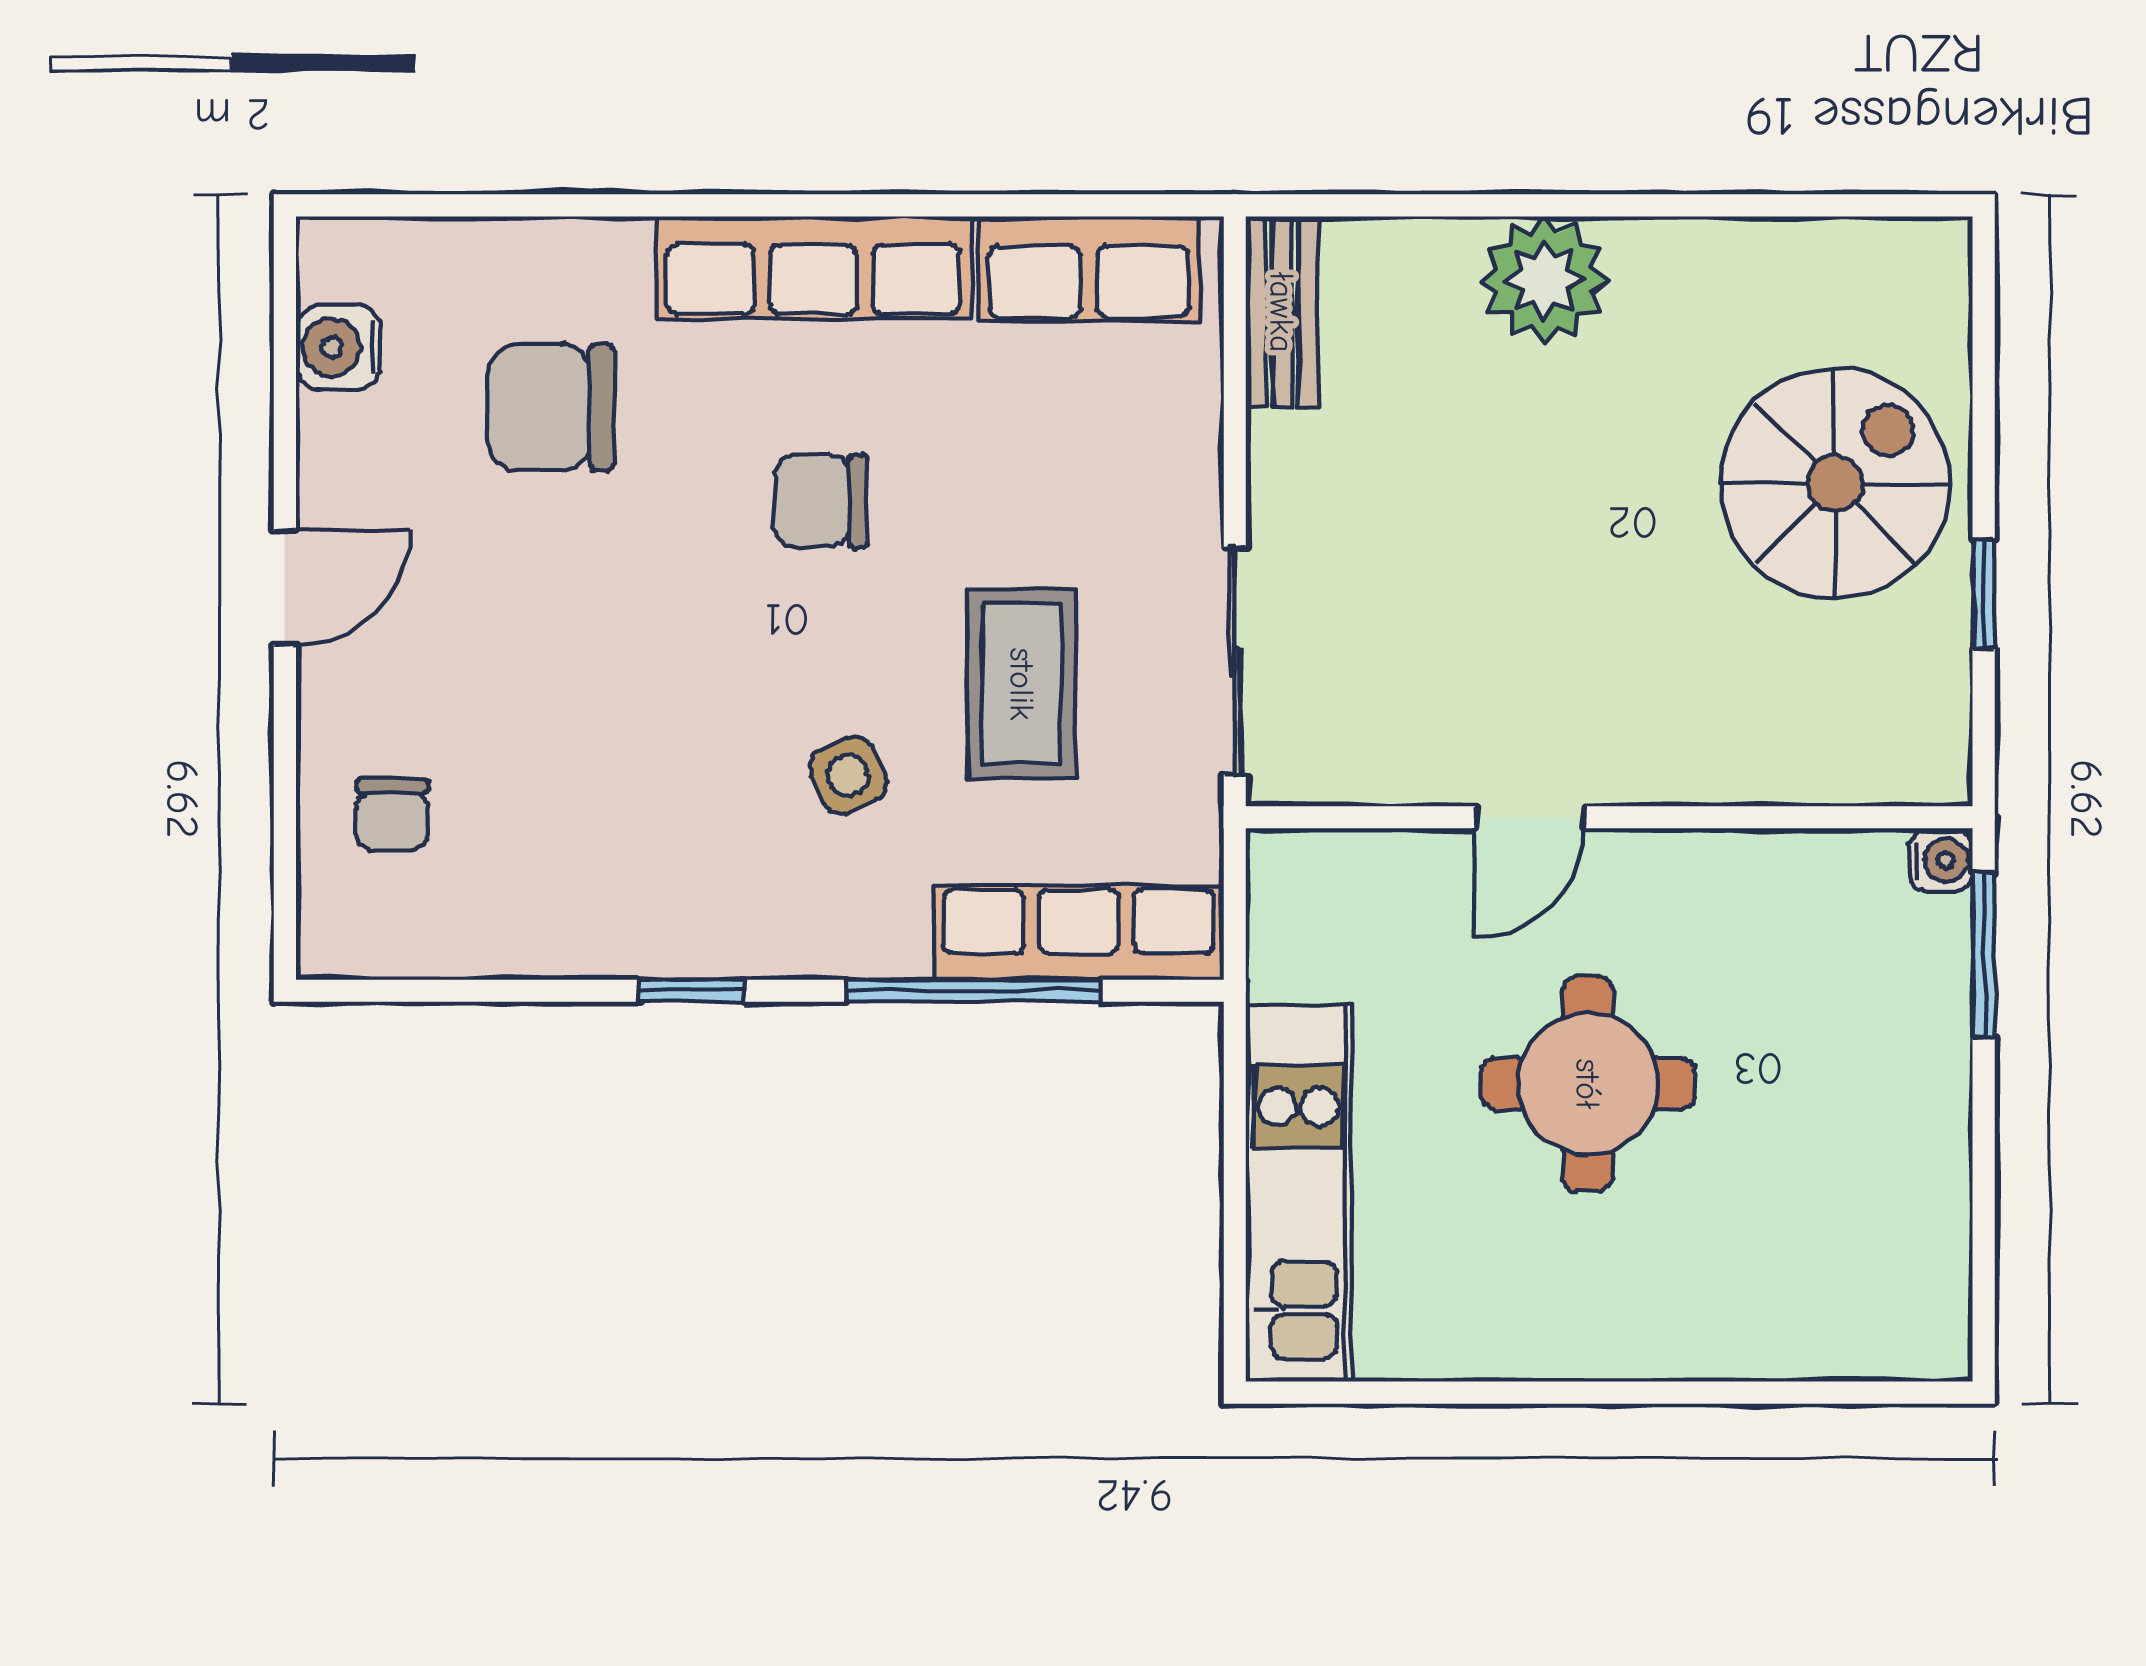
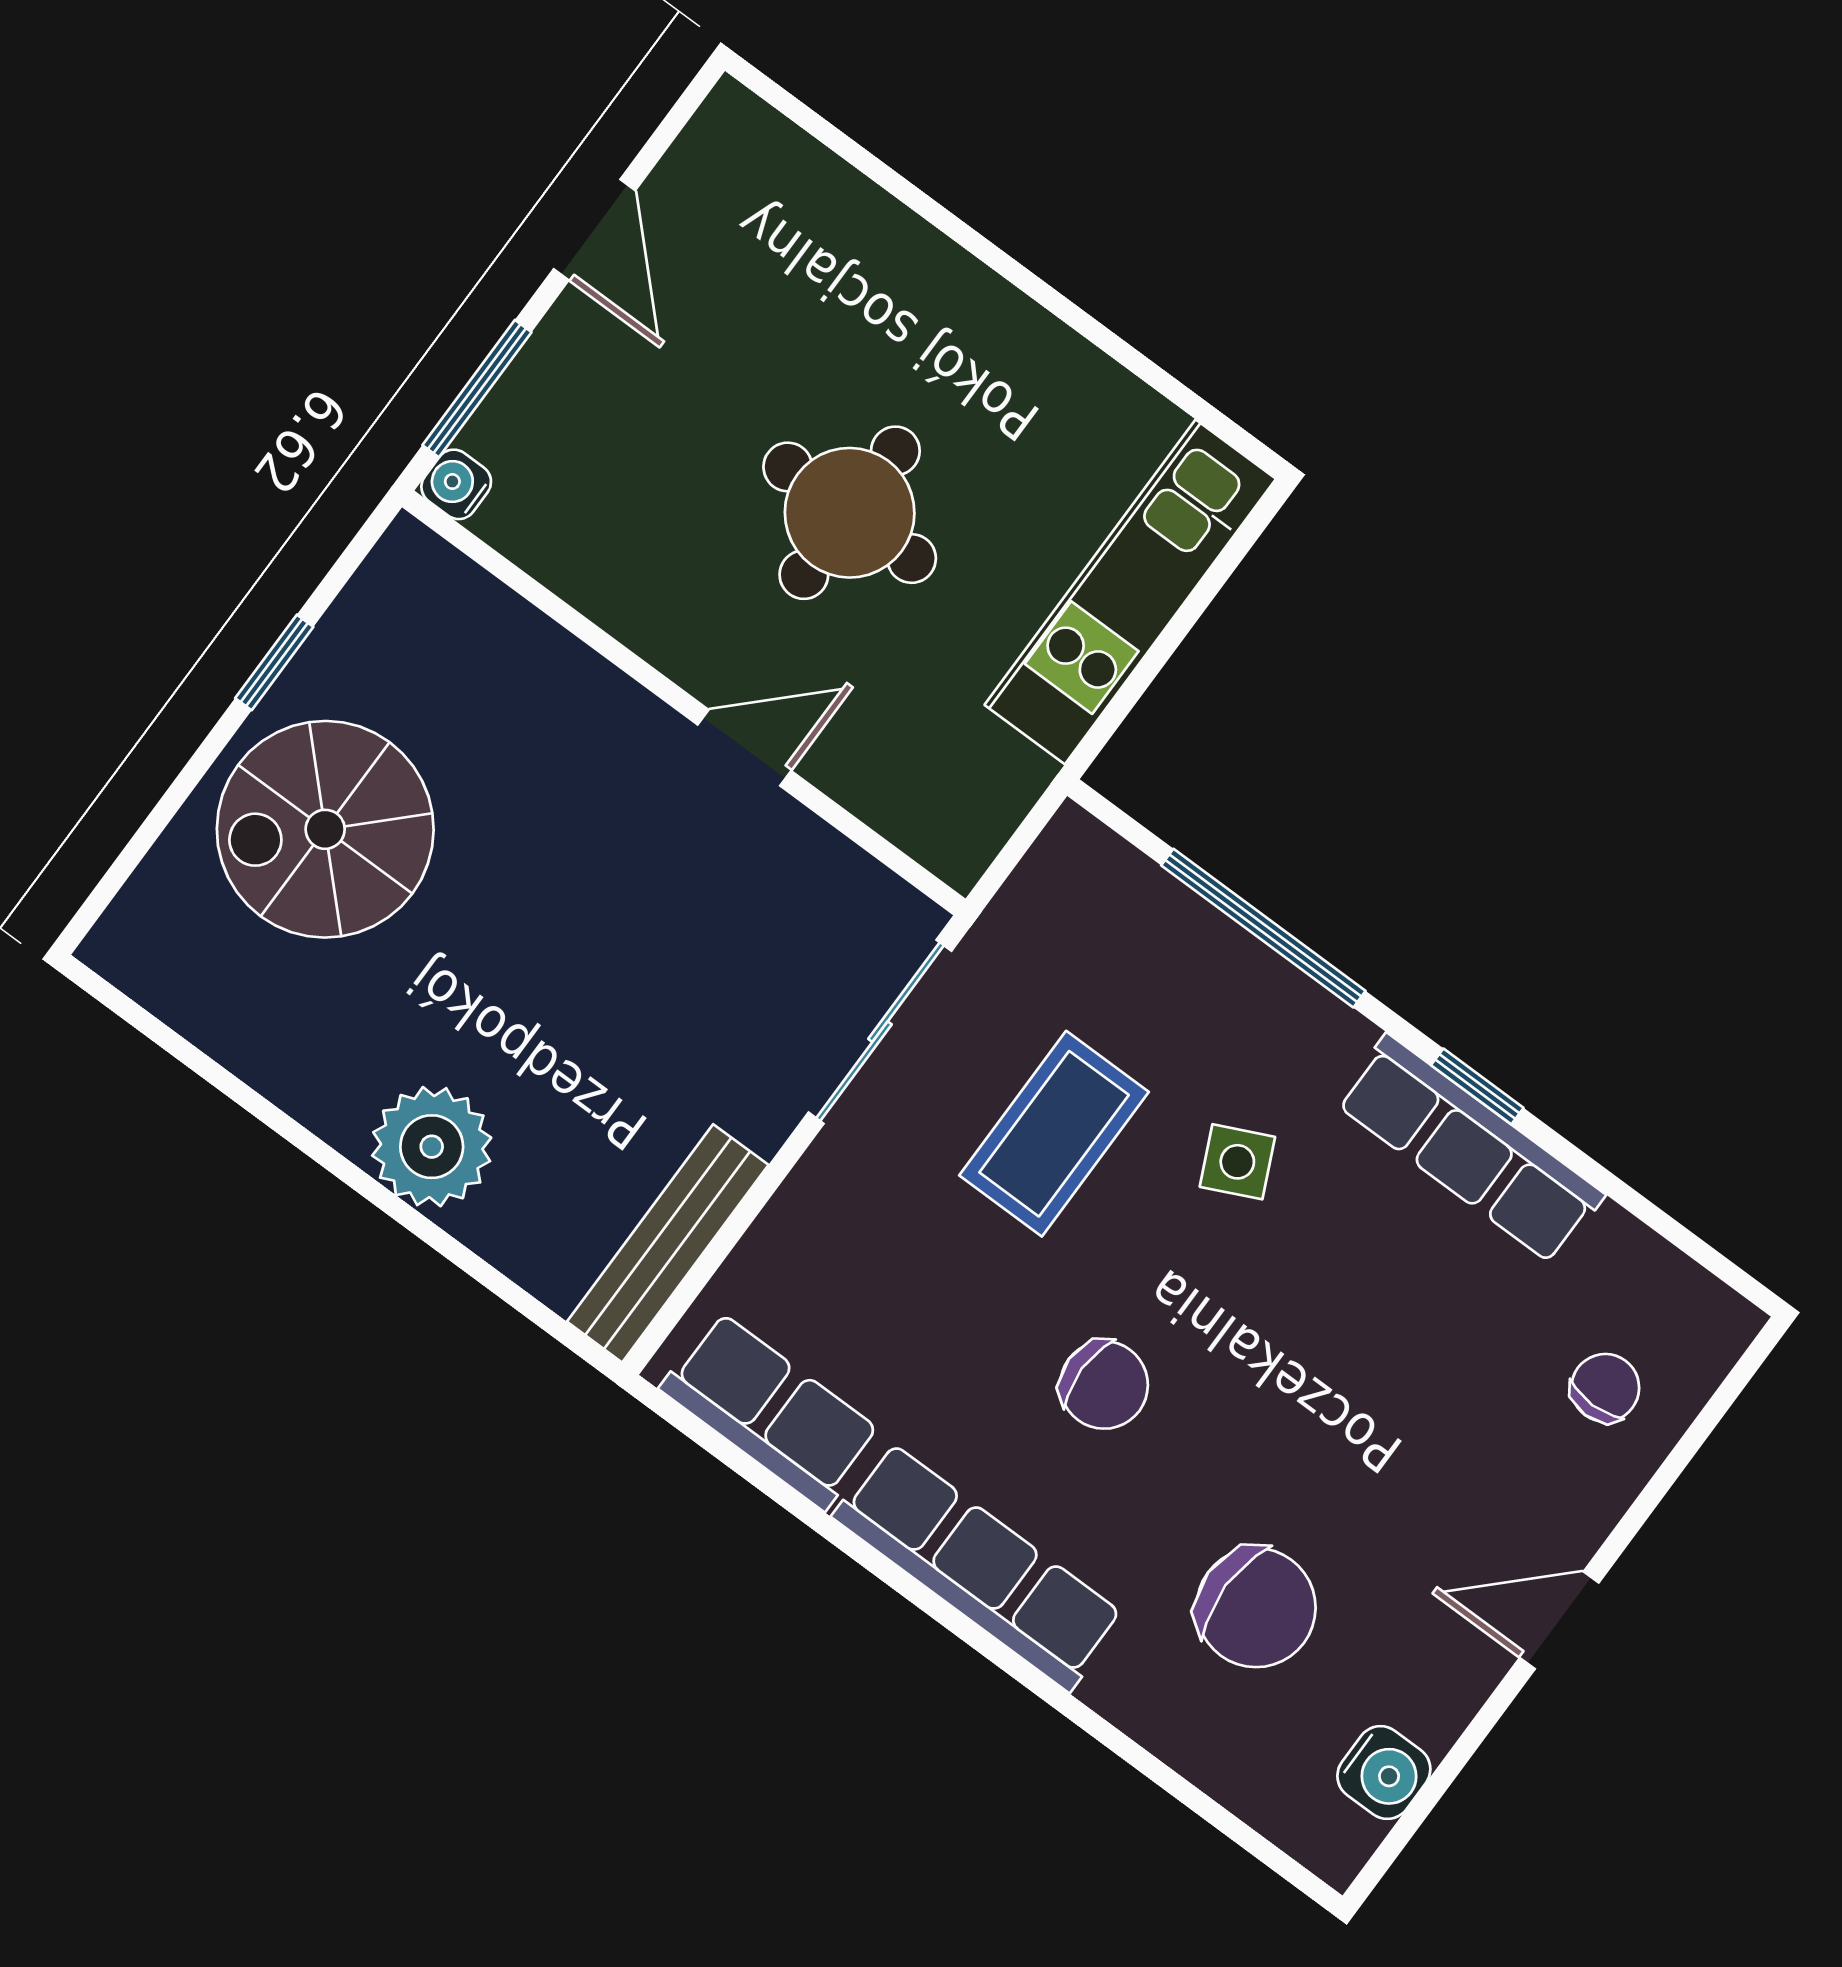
bench: (1282, 312) -> (668, 1243), width x1.36
row of seats: (1079, 933) -> (1470, 1149), moved
door: (1984, 1164) -> (594, 230), added

